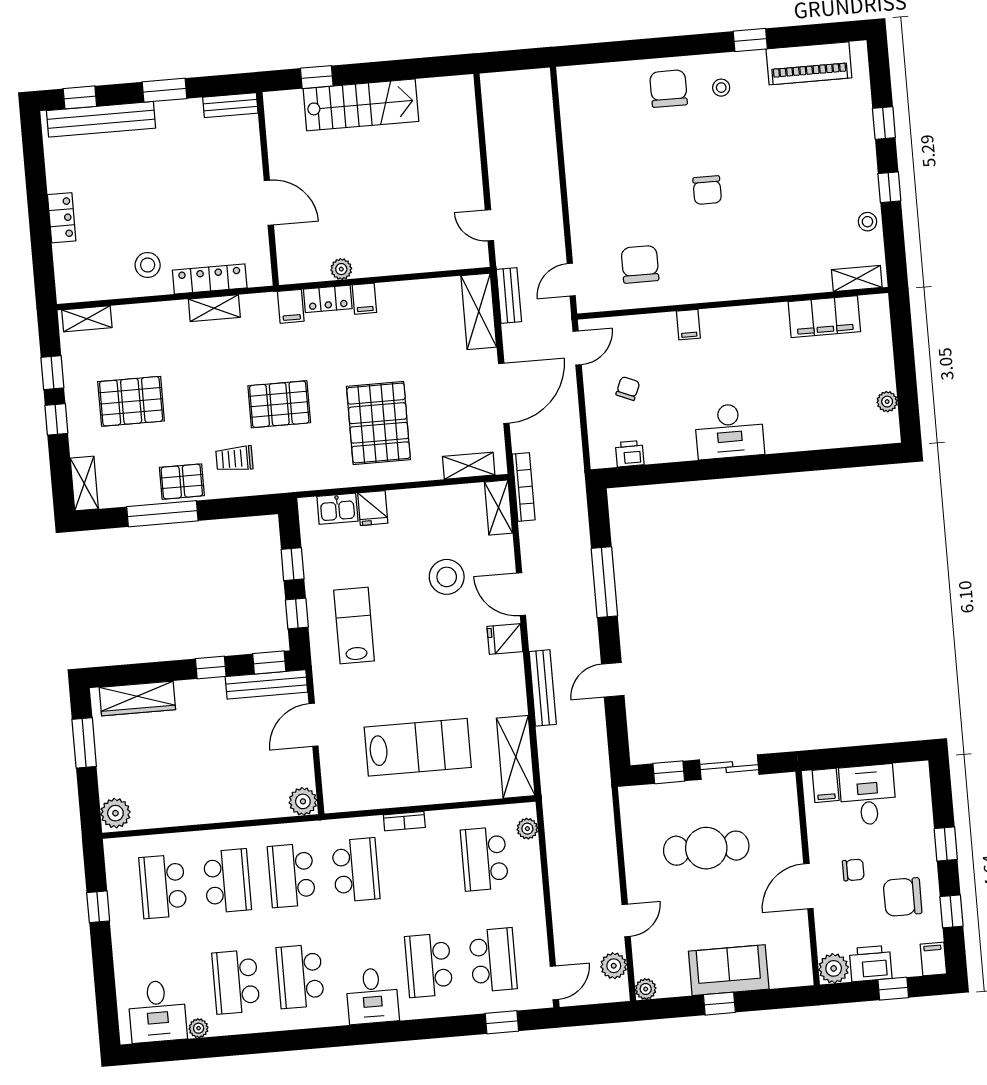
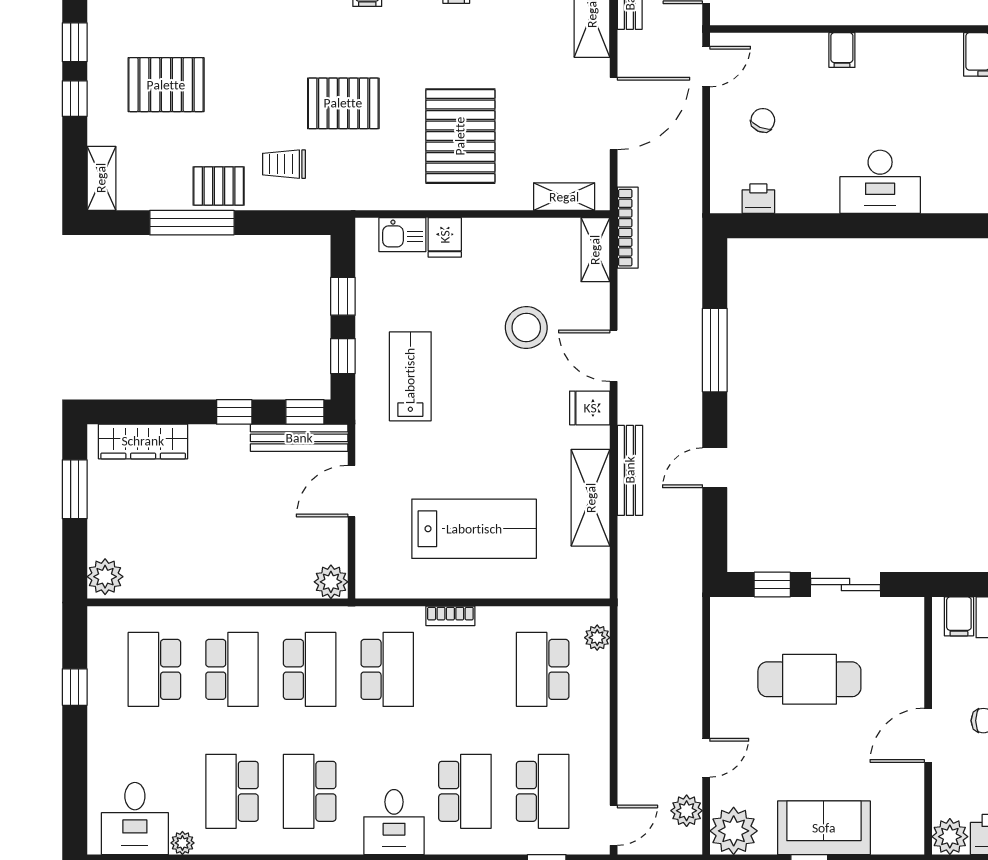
shelving: (516, 757) -> (591, 498), moved
school desk: (292, 875) -> (310, 669), turned 180
school desk: (429, 965) -> (465, 791), turned 180
plant: (646, 989) -> (734, 831), width x1.88, depth x1.88

